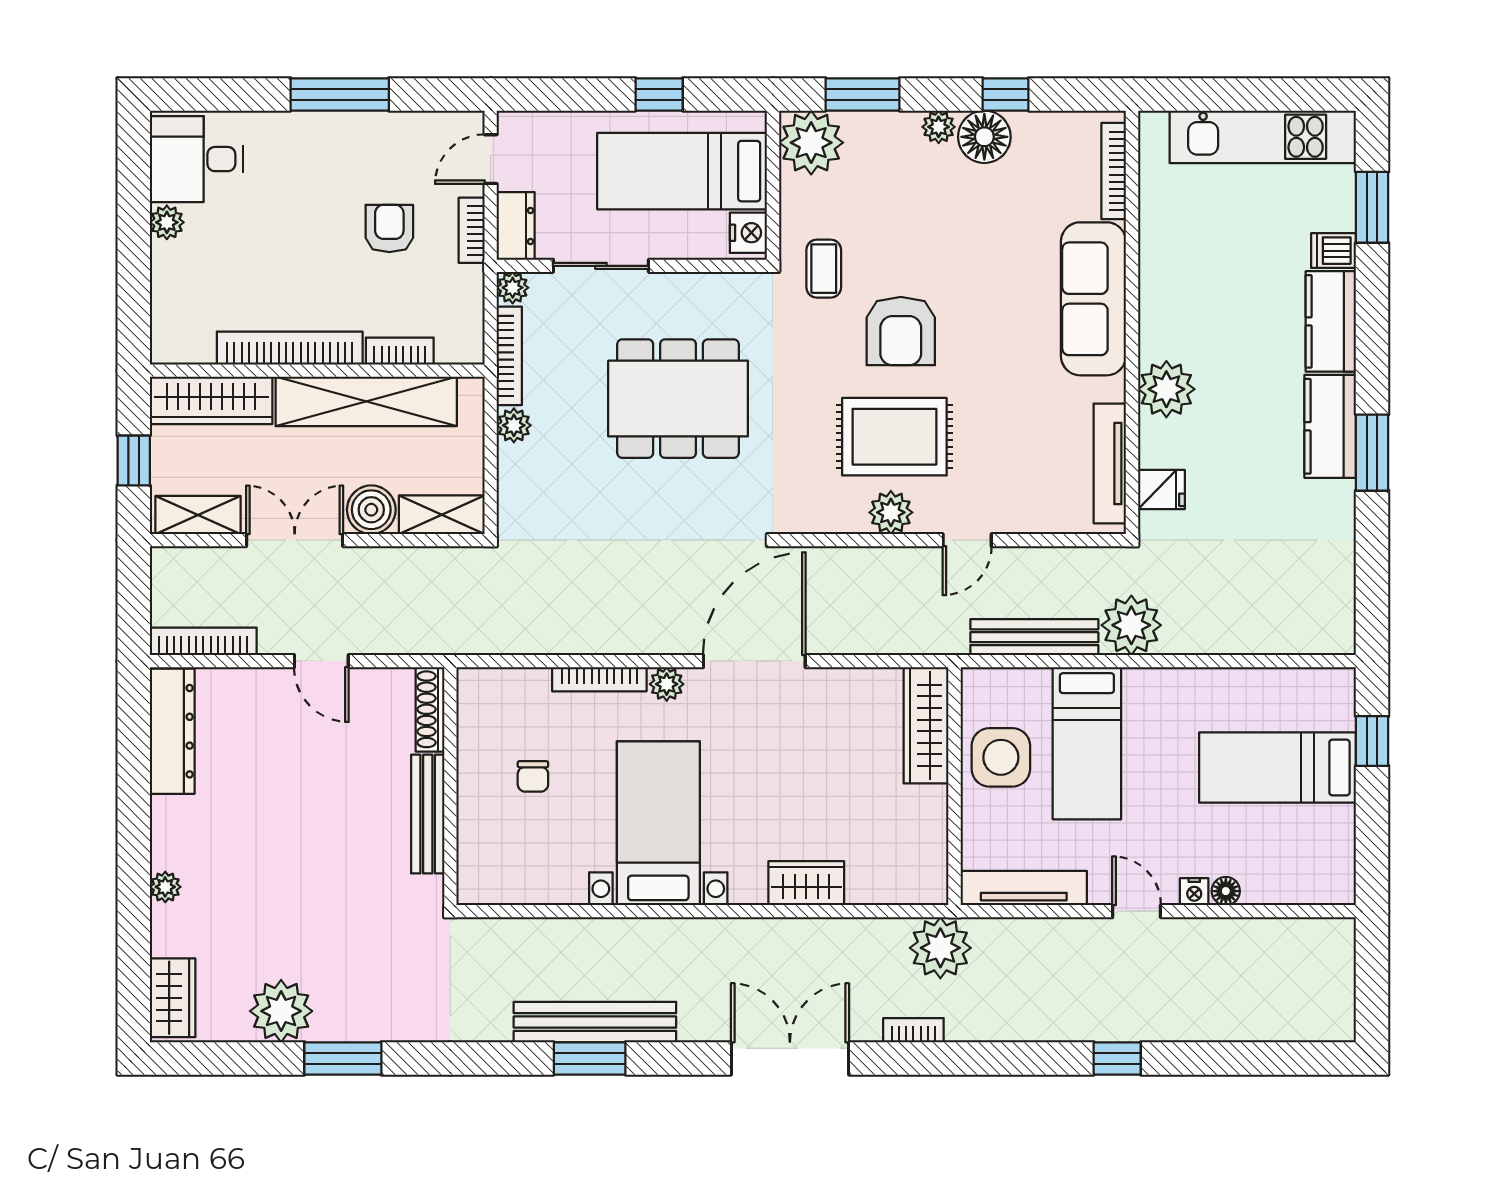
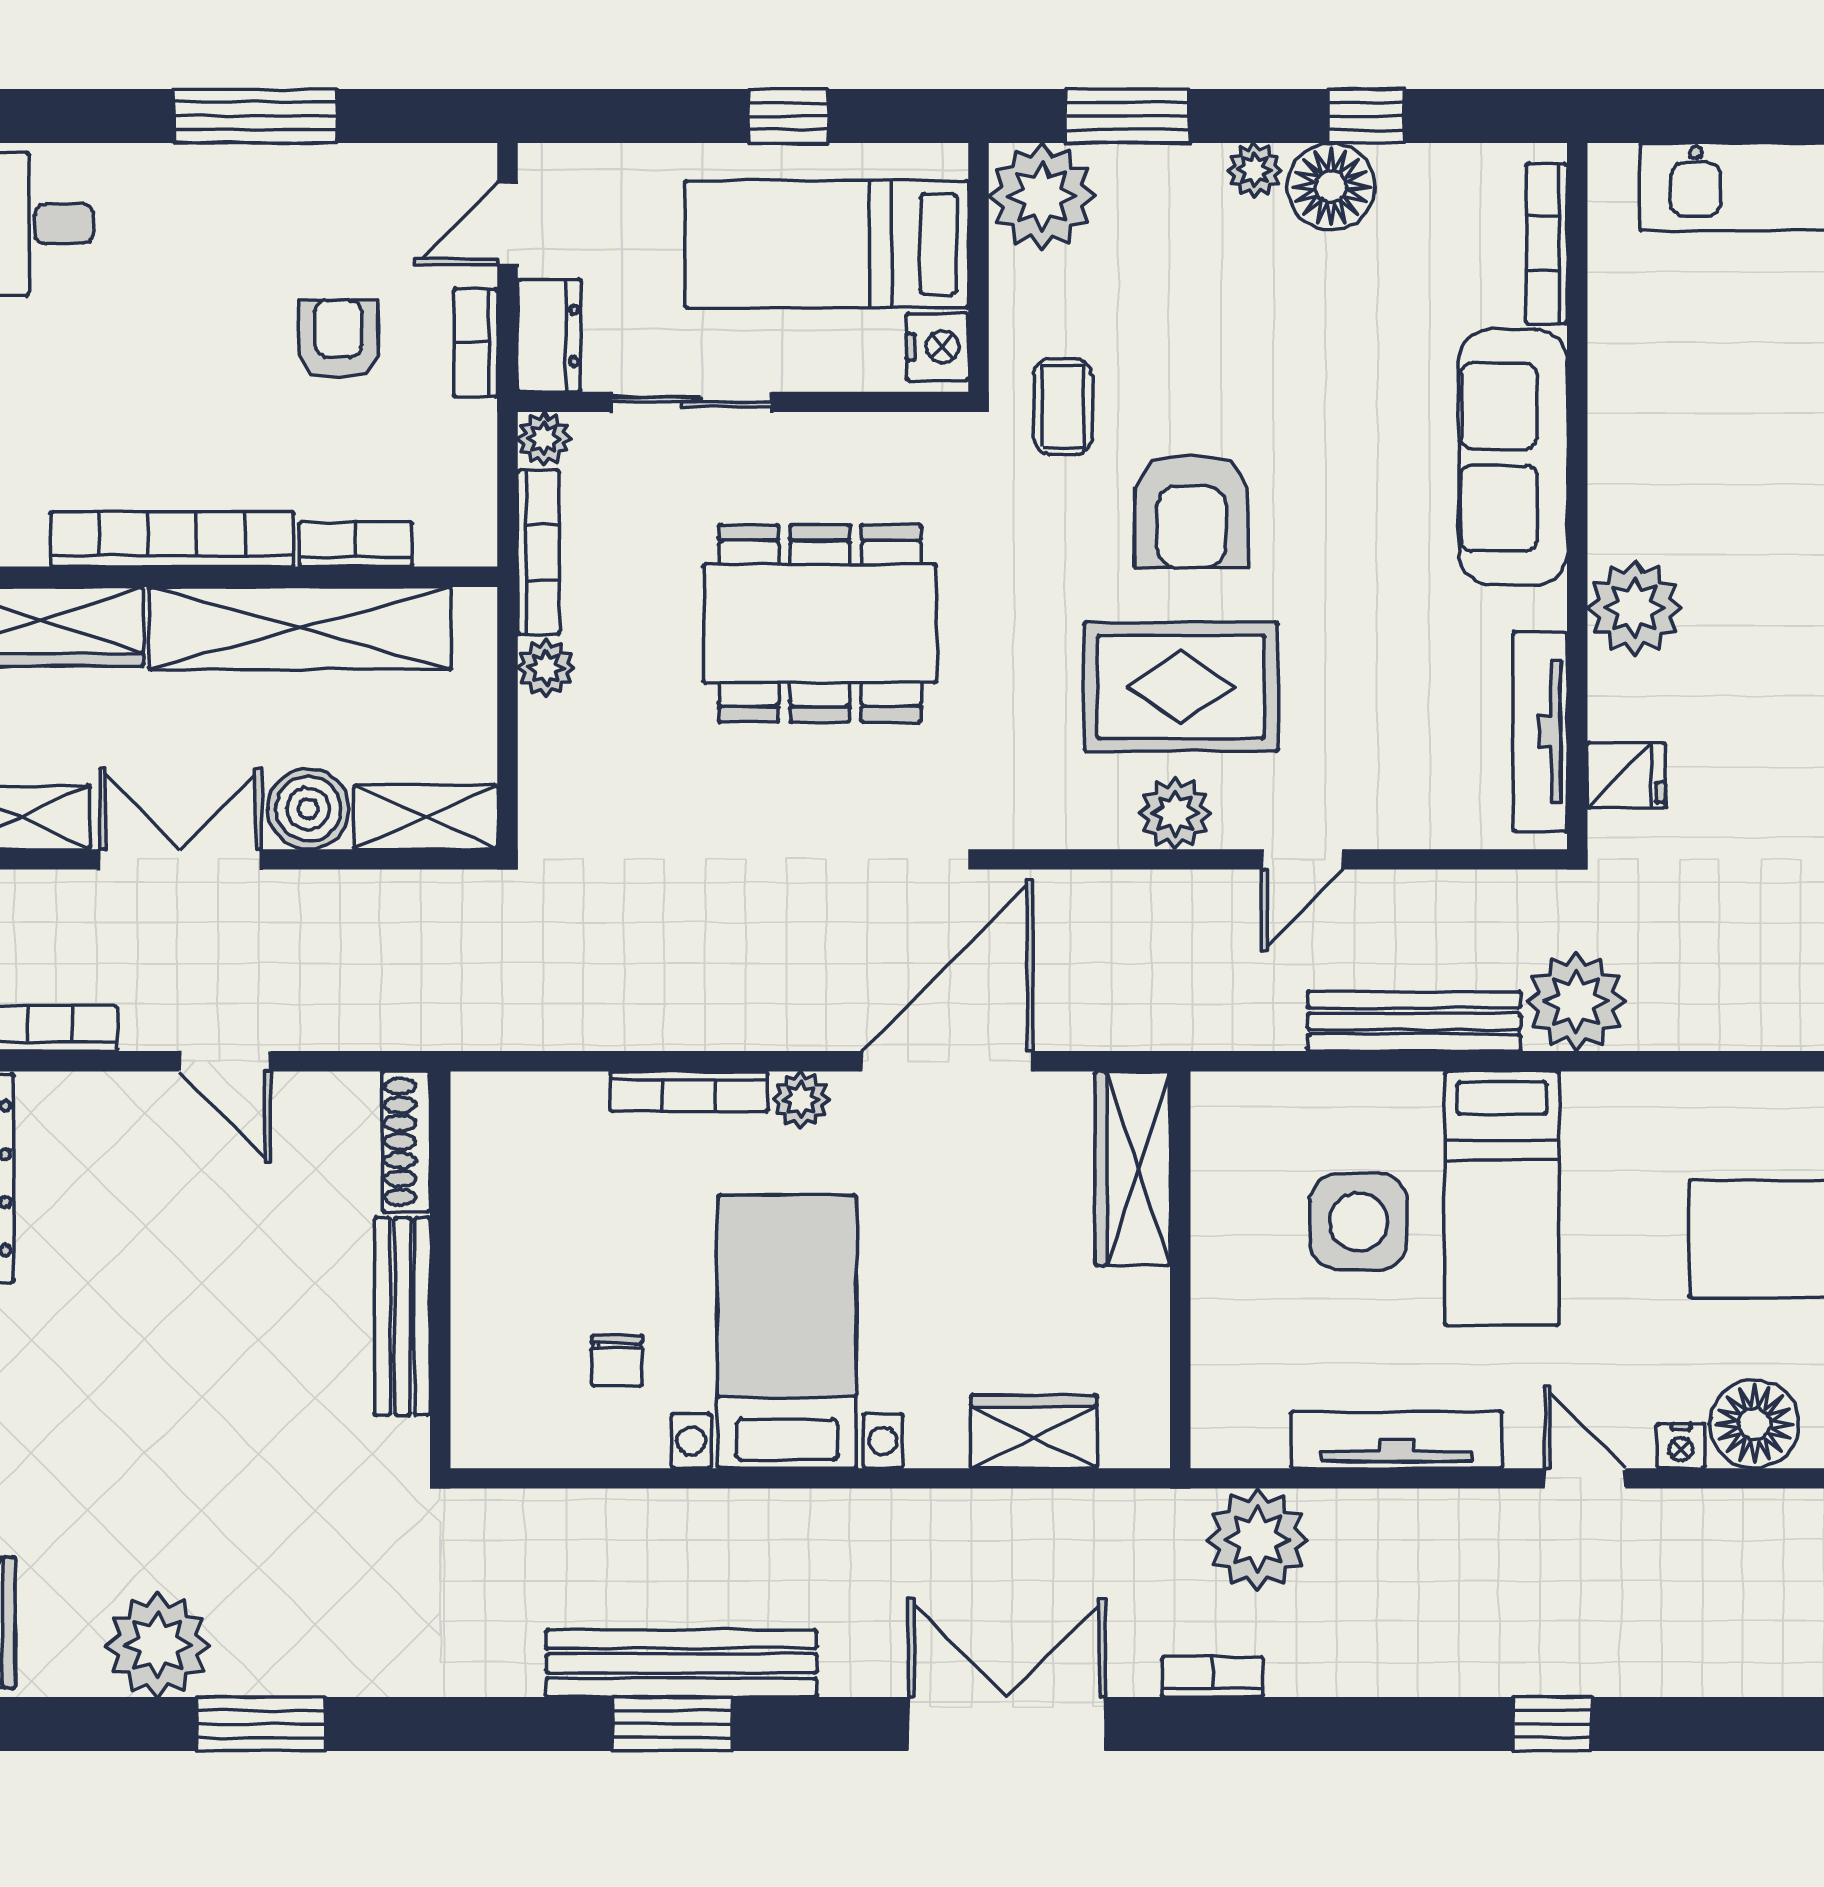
wardrobe: (926, 725) -> (1133, 1168), moved
chair: (533, 776) -> (617, 1360), moved
wall: (955, 786) -> (1180, 1270), moved
floor lamp: (1226, 891) -> (1754, 1424), width x1.89, depth x1.89

